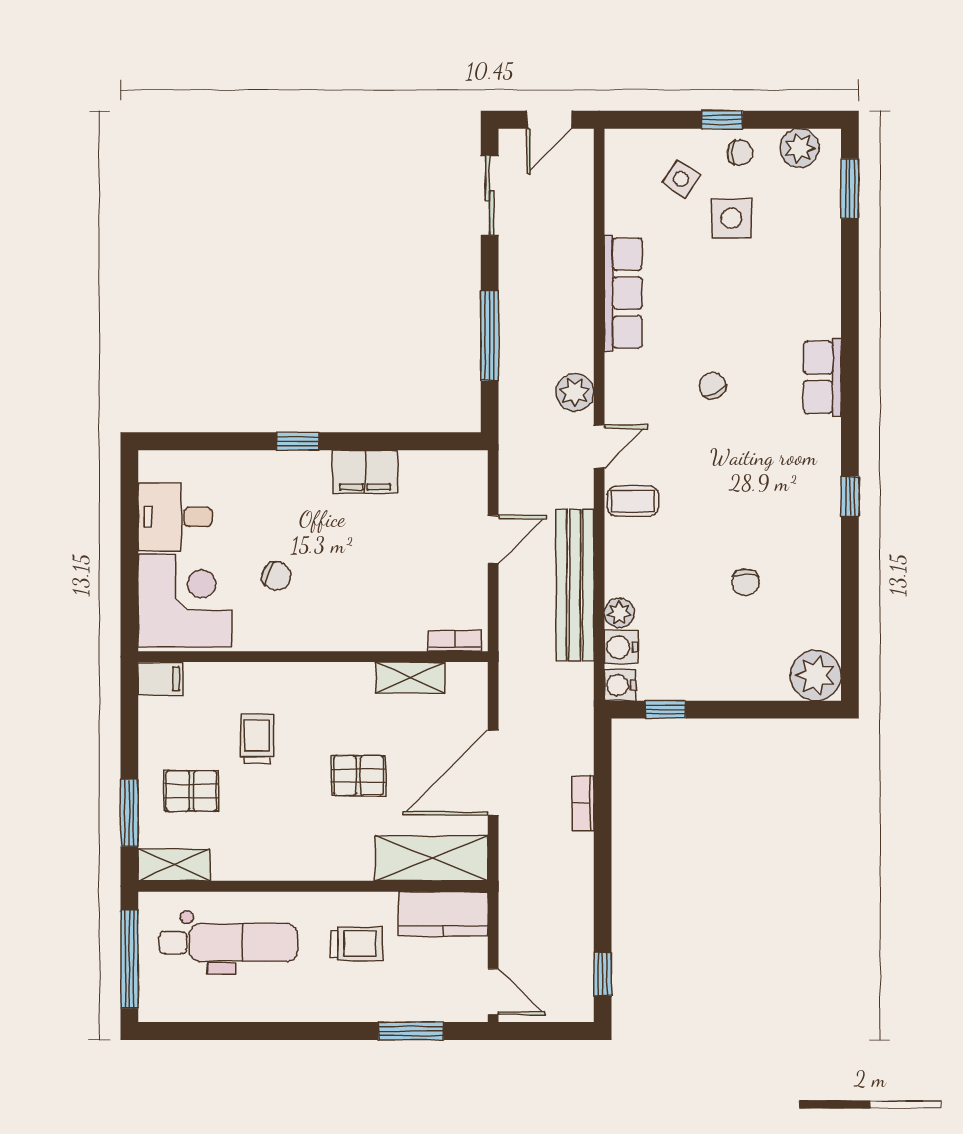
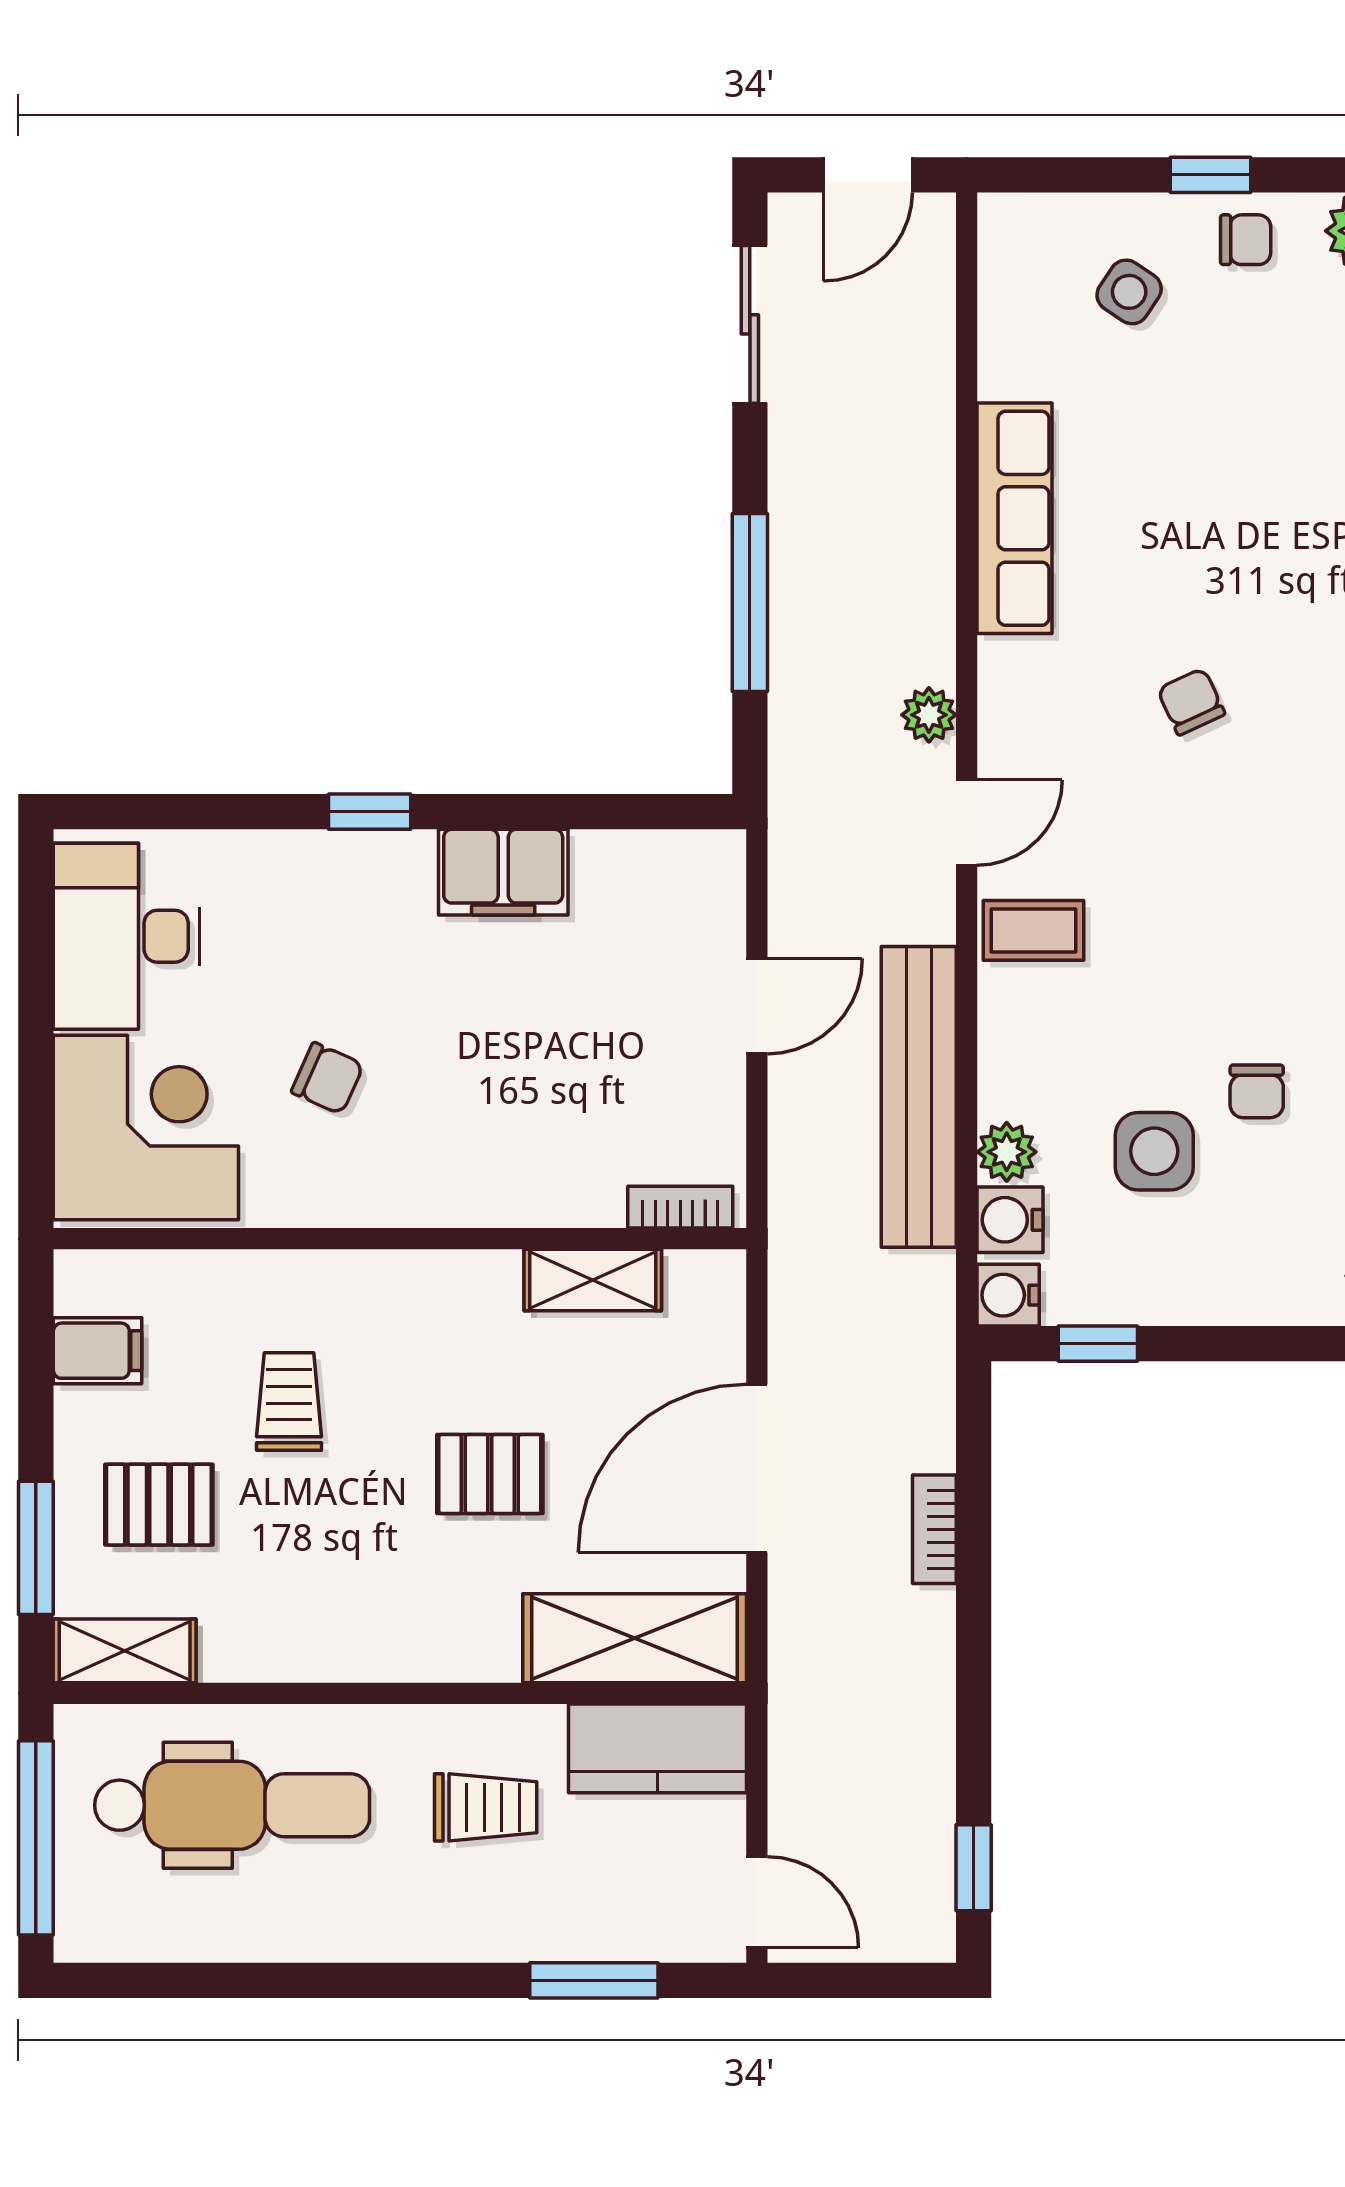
side table: (731, 218) -> (1154, 1151), moved
plant: (575, 392) -> (929, 715), width x0.73, depth x0.73
desk: (175, 517) -> (127, 936), width x1.37
filing cabinet: (160, 679) -> (98, 1351), moved

